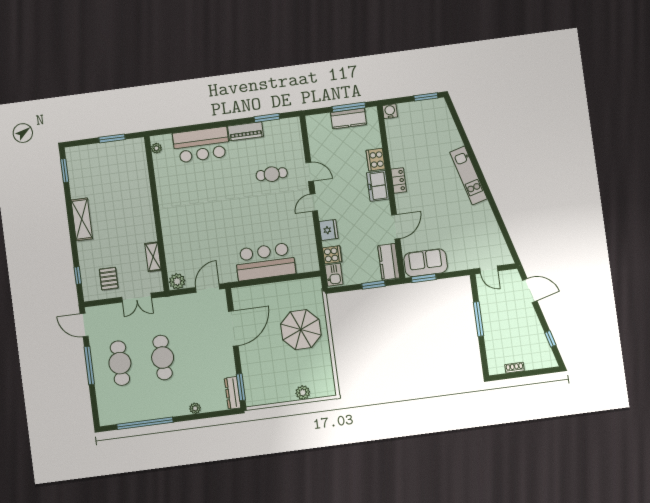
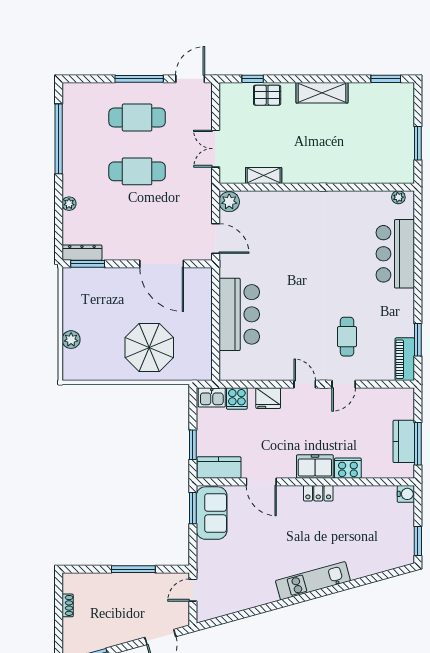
piano: (246, 131) -> (405, 359), moved
pallet: (109, 279) -> (267, 95), moved

